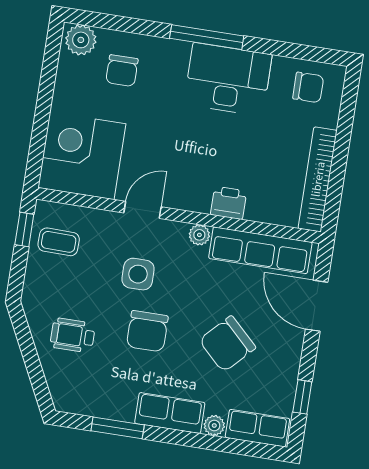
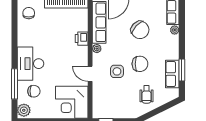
window: (207, 37) -> (14, 84), moved
desk: (228, 79) -> (31, 64), moved
coffee table: (59, 242) -> (109, 106), removed
row of seats: (170, 413) -> (172, 74), moved

